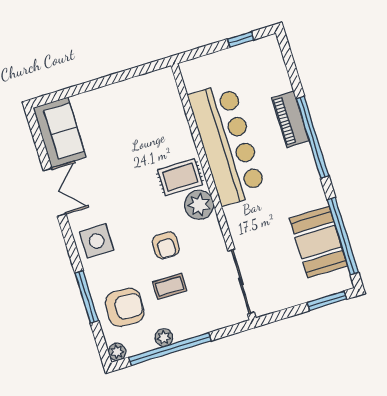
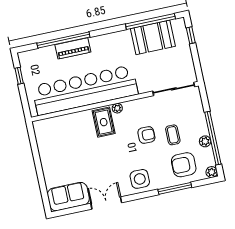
window: (312, 137) -> (63, 40), moved
bar counter: (227, 144) -> (85, 90), width x1.36
plant: (199, 205) -> (117, 108), width x0.53, depth x0.53
window: (327, 301) -> (191, 35), width x0.67
armchair: (125, 307) -> (184, 165), turned -93

